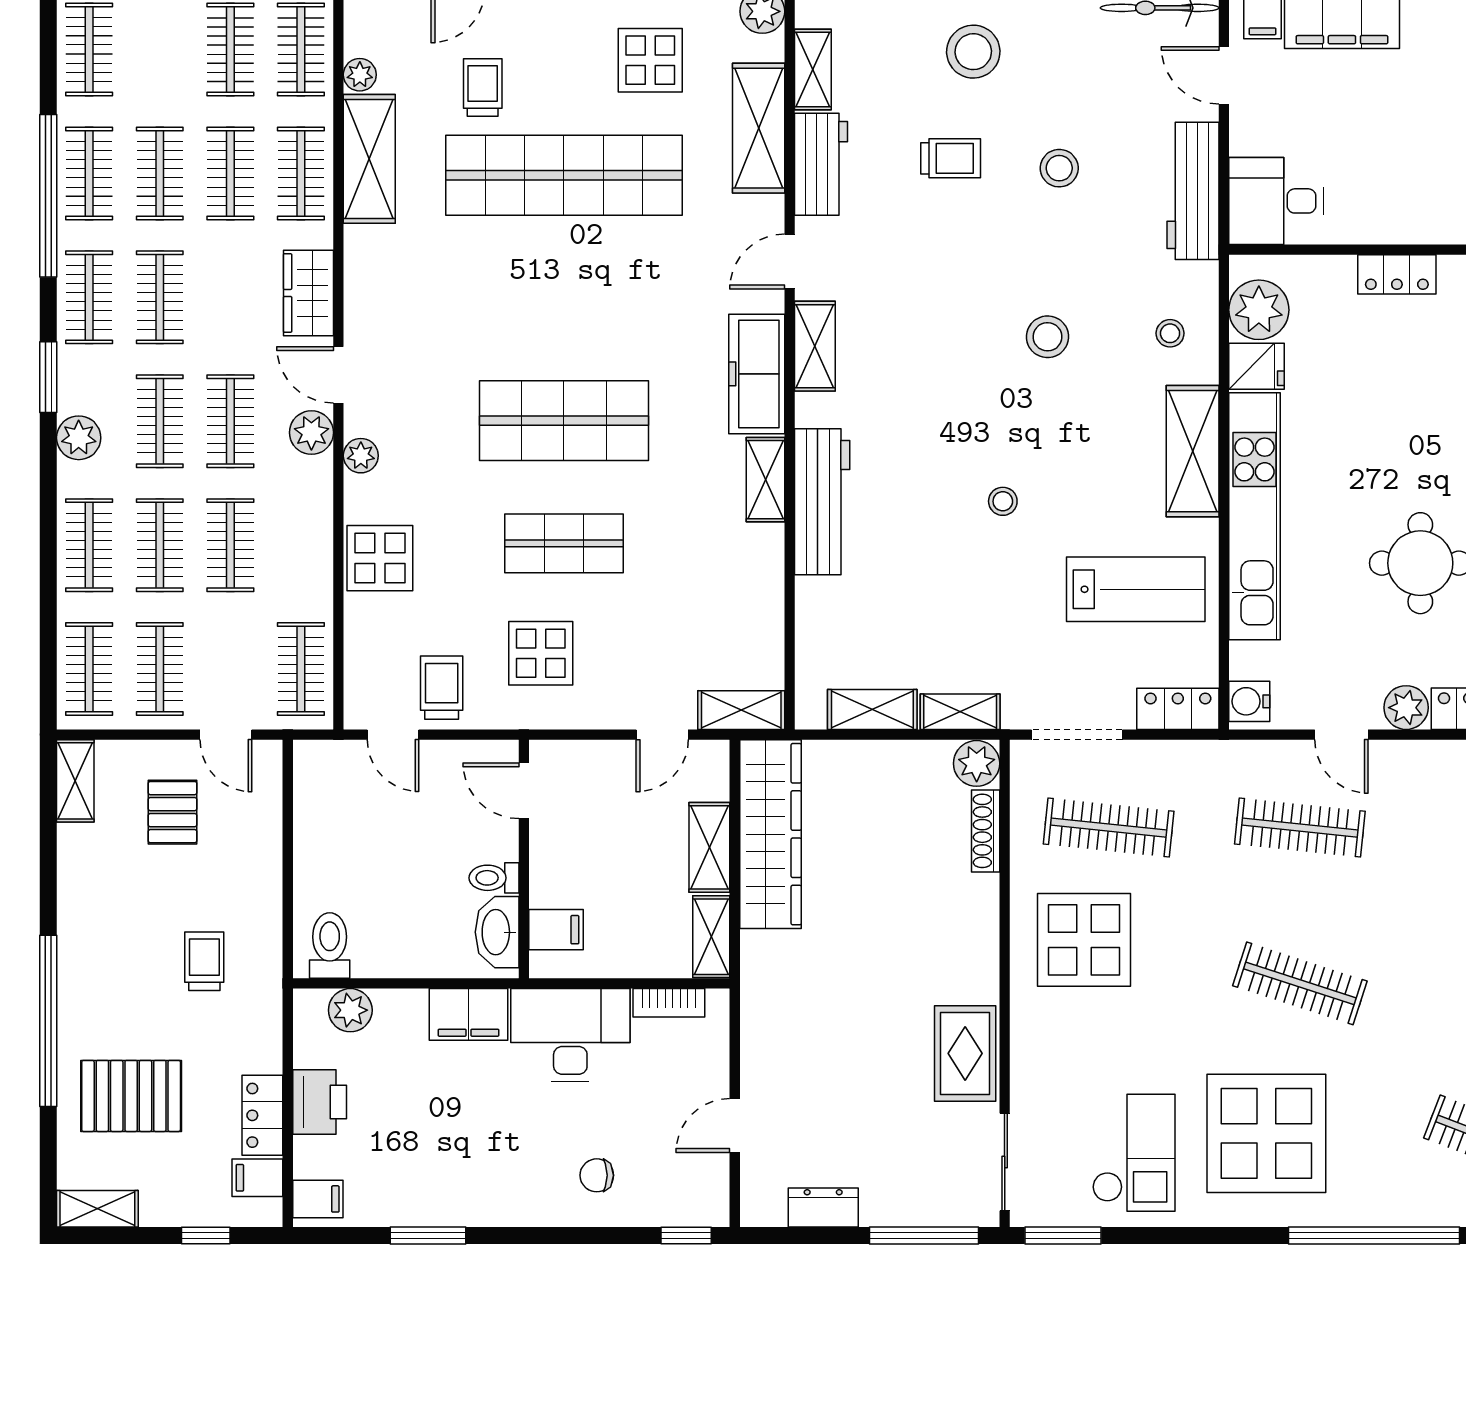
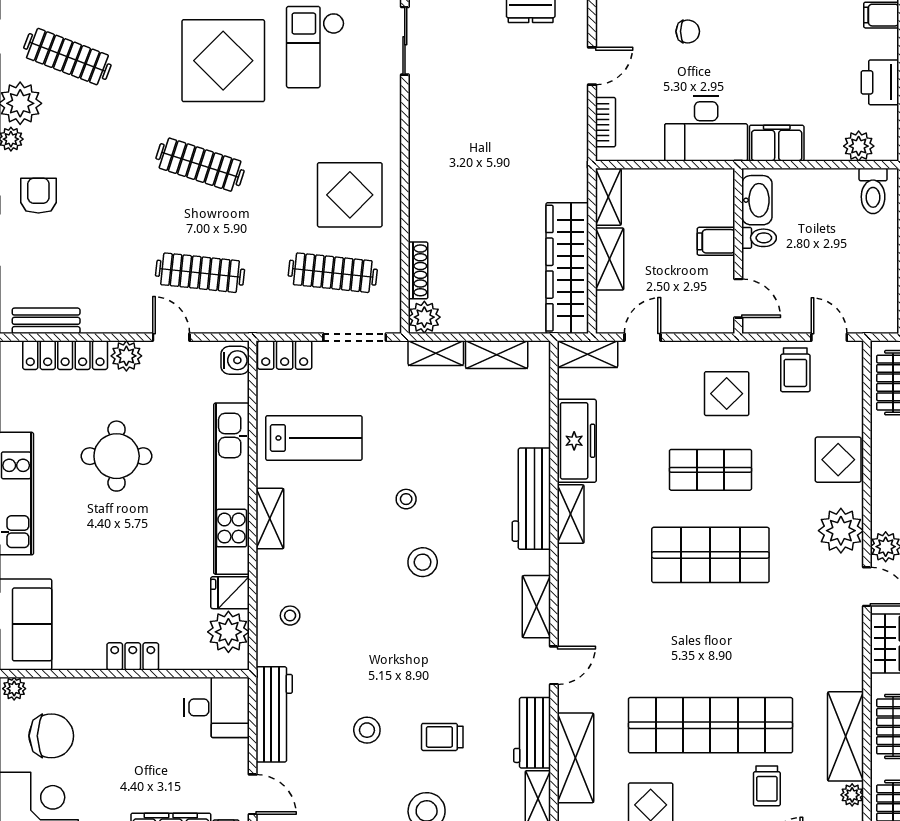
stool: (1047, 337) -> (423, 562), moved
freezer: (757, 374) -> (577, 441), moved
shelving: (1193, 451) -> (270, 519), width x0.67, depth x0.75
plant: (361, 456) -> (841, 531), width x1.88, depth x1.88
lab bench: (1136, 589) -> (314, 438), turned 180
filing cabinet: (556, 930) -> (716, 241), moved
bookcase: (669, 1003) -> (605, 122), moved, turned 90
rug: (965, 1053) -> (432, 116), removed

